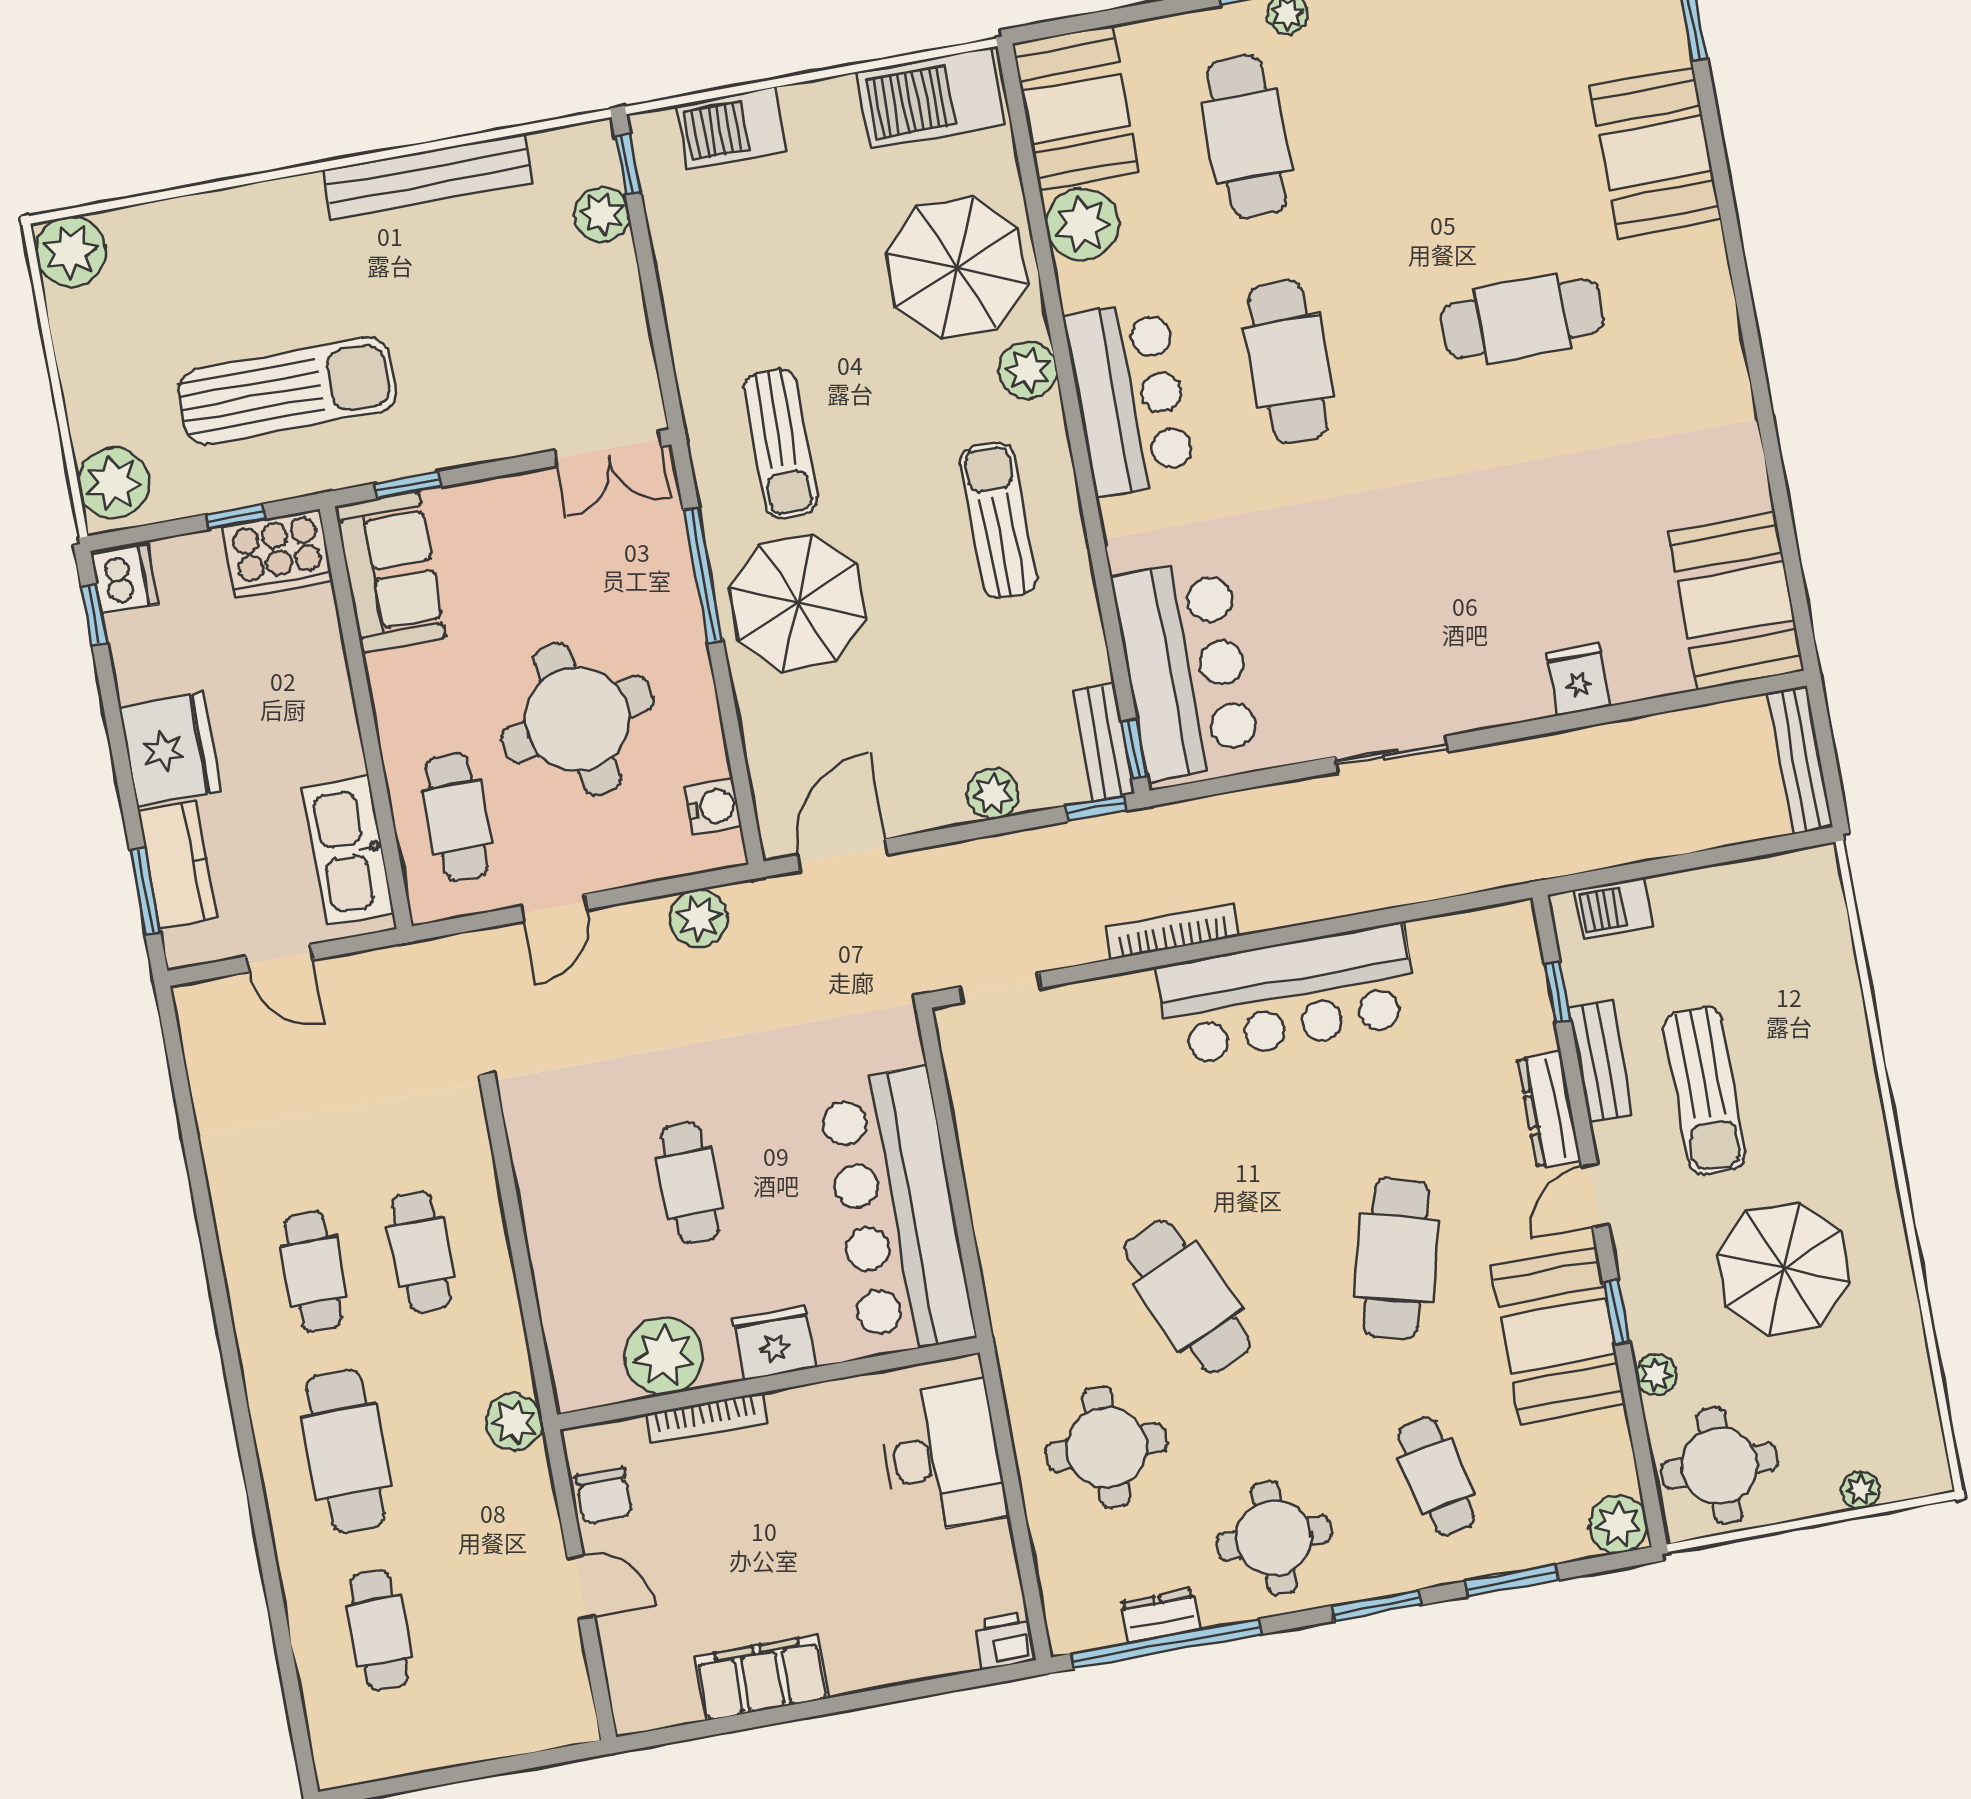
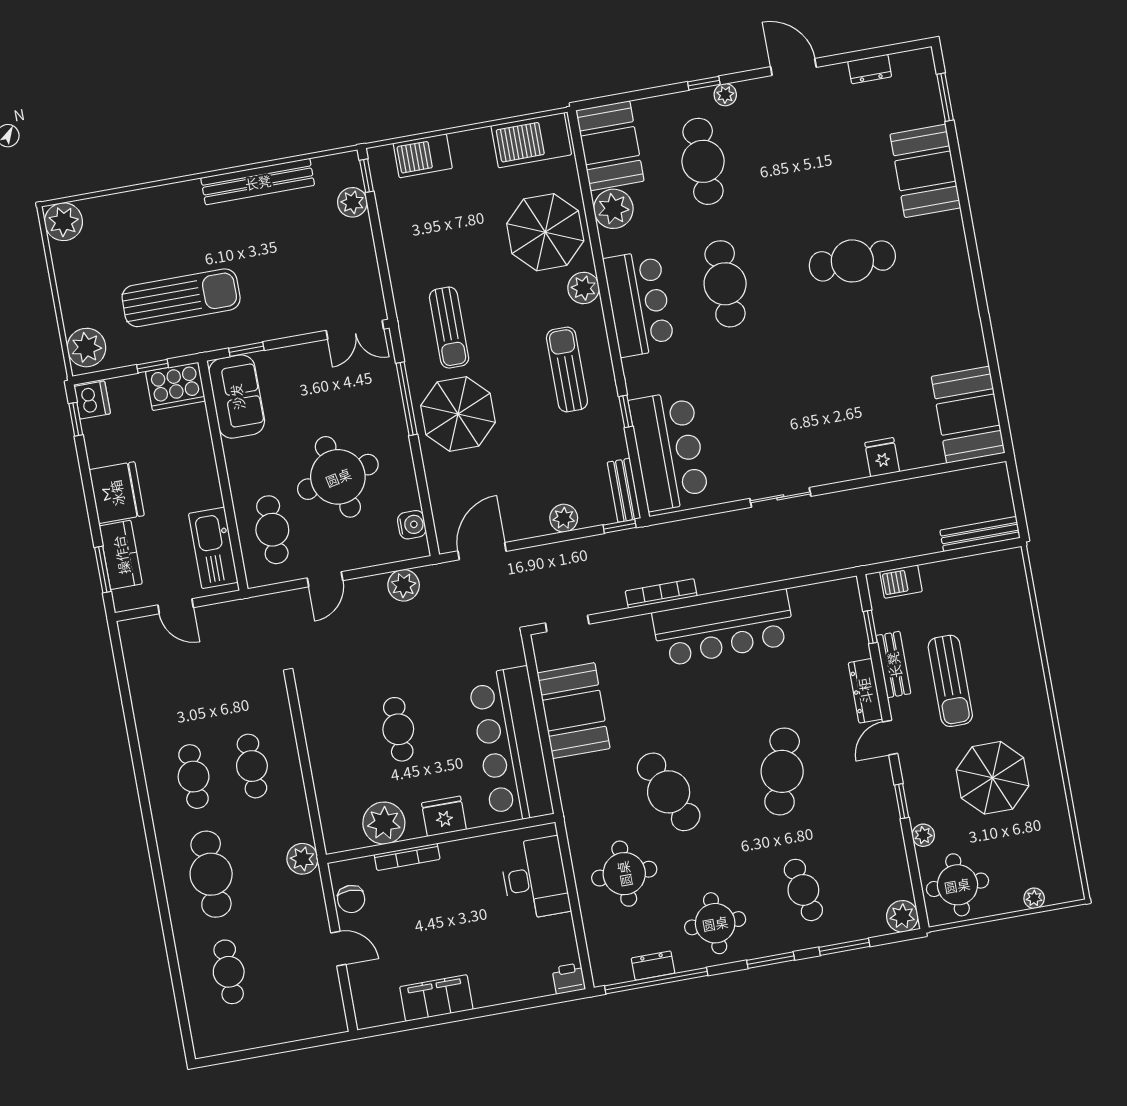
window: (1134, 749) -> (626, 411), moved
bench: (1800, 760) -> (980, 534), moved, turned 90
booth: (1558, 1335) -> (574, 711), moved

